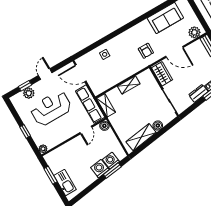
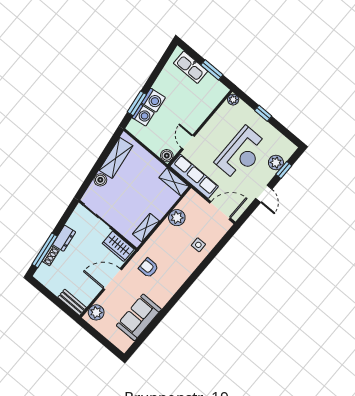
plant: (113, 79) -> (177, 218), added
shelving: (129, 85) -> (146, 228), moved

